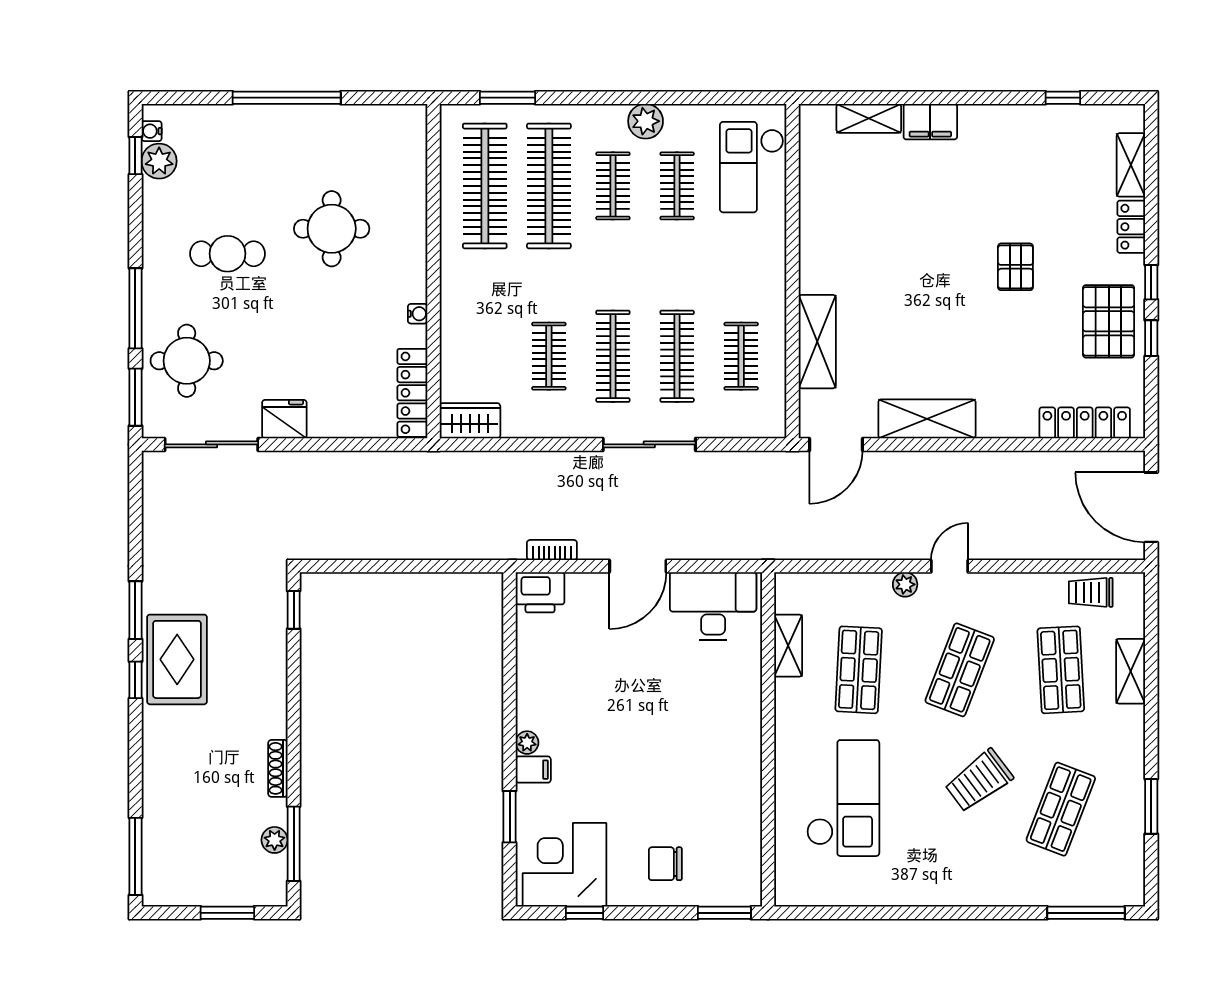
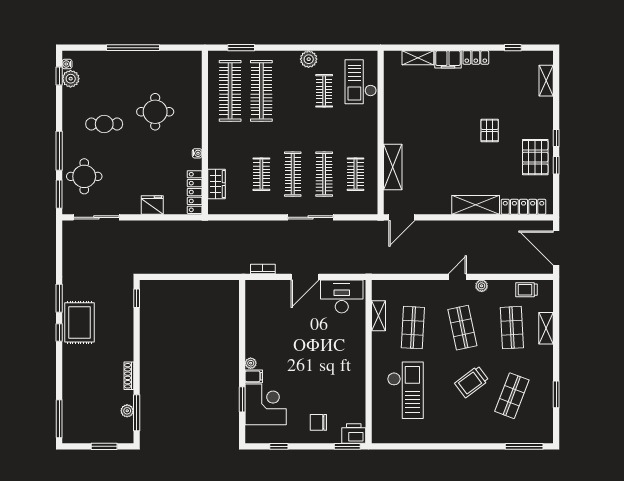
clothes rail: (613, 186) -> (293, 91), removed
locker: (1131, 227) -> (476, 57), moved, turned -90
fridge: (284, 419) -> (152, 205), moved
shelving: (927, 419) -> (476, 205), moved
wardrobe: (470, 421) -> (217, 184), moved, turned 90
plant: (905, 584) -> (482, 286), moved
printer: (540, 592) -> (354, 434), moved, turned 180
shop shelf: (960, 670) -> (462, 328), turned -33
corner desk: (564, 865) -> (266, 404), moved, turned 90

